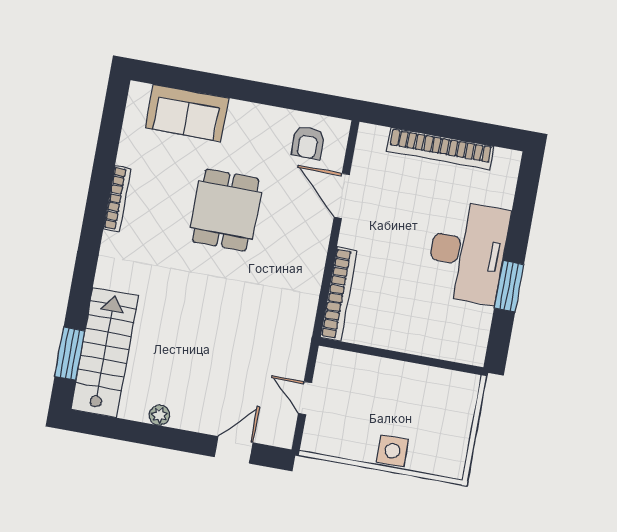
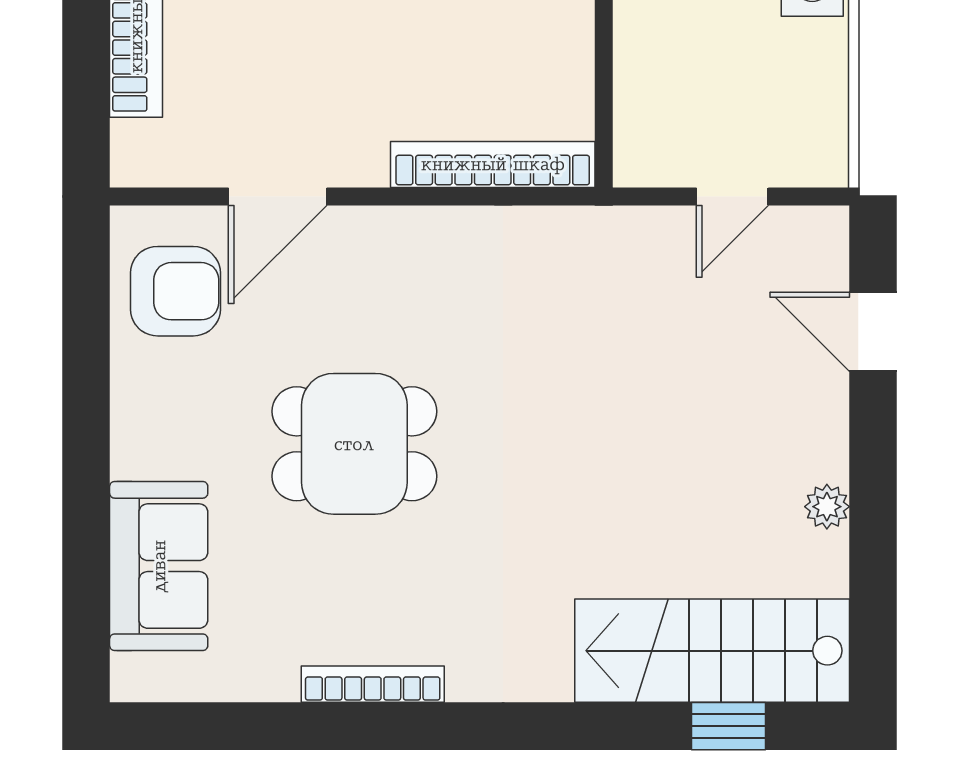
armchair: (308, 143) -> (175, 291), width x1.38, depth x1.38
window: (70, 354) -> (728, 726), width x0.67

